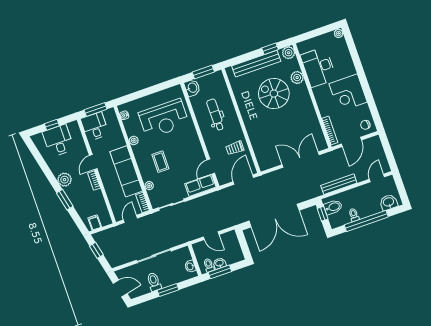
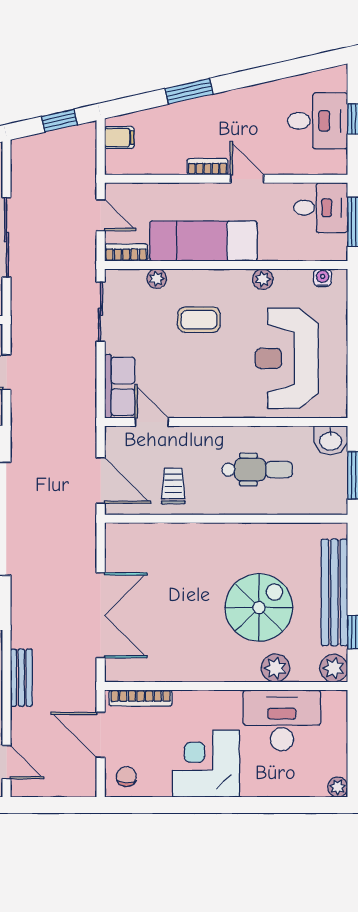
plant: (65, 180) -> (231, 105), removed
bench: (339, 184) -> (21, 678), width x0.73

